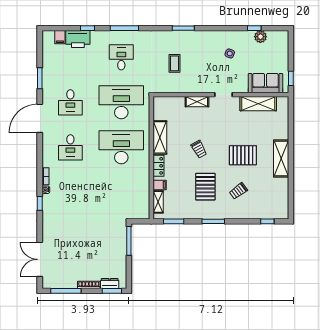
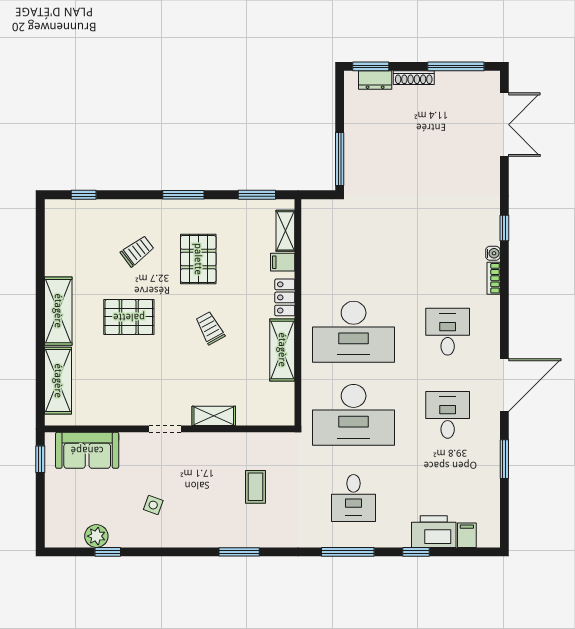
shelving: (258, 104) -> (58, 381), moved, turned 90

